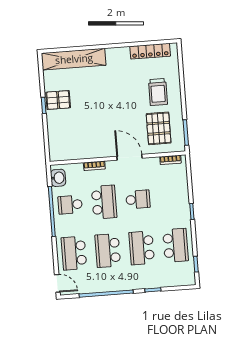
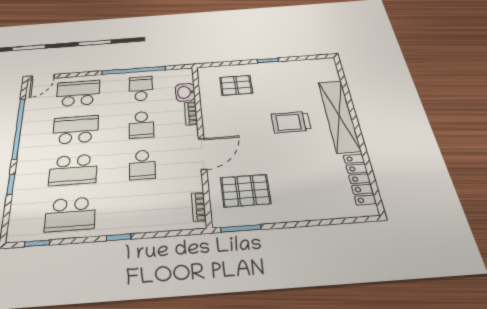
shelving: (74, 59) -> (339, 116), moved
trolley: (158, 92) -> (291, 122), moved
pallet: (58, 100) -> (236, 85), moved, turned 90
washbasin: (58, 178) -> (185, 92), moved, turned 90
school desk: (104, 202) -> (142, 125), width x0.54
school desk: (142, 248) -> (73, 170), turned 180

